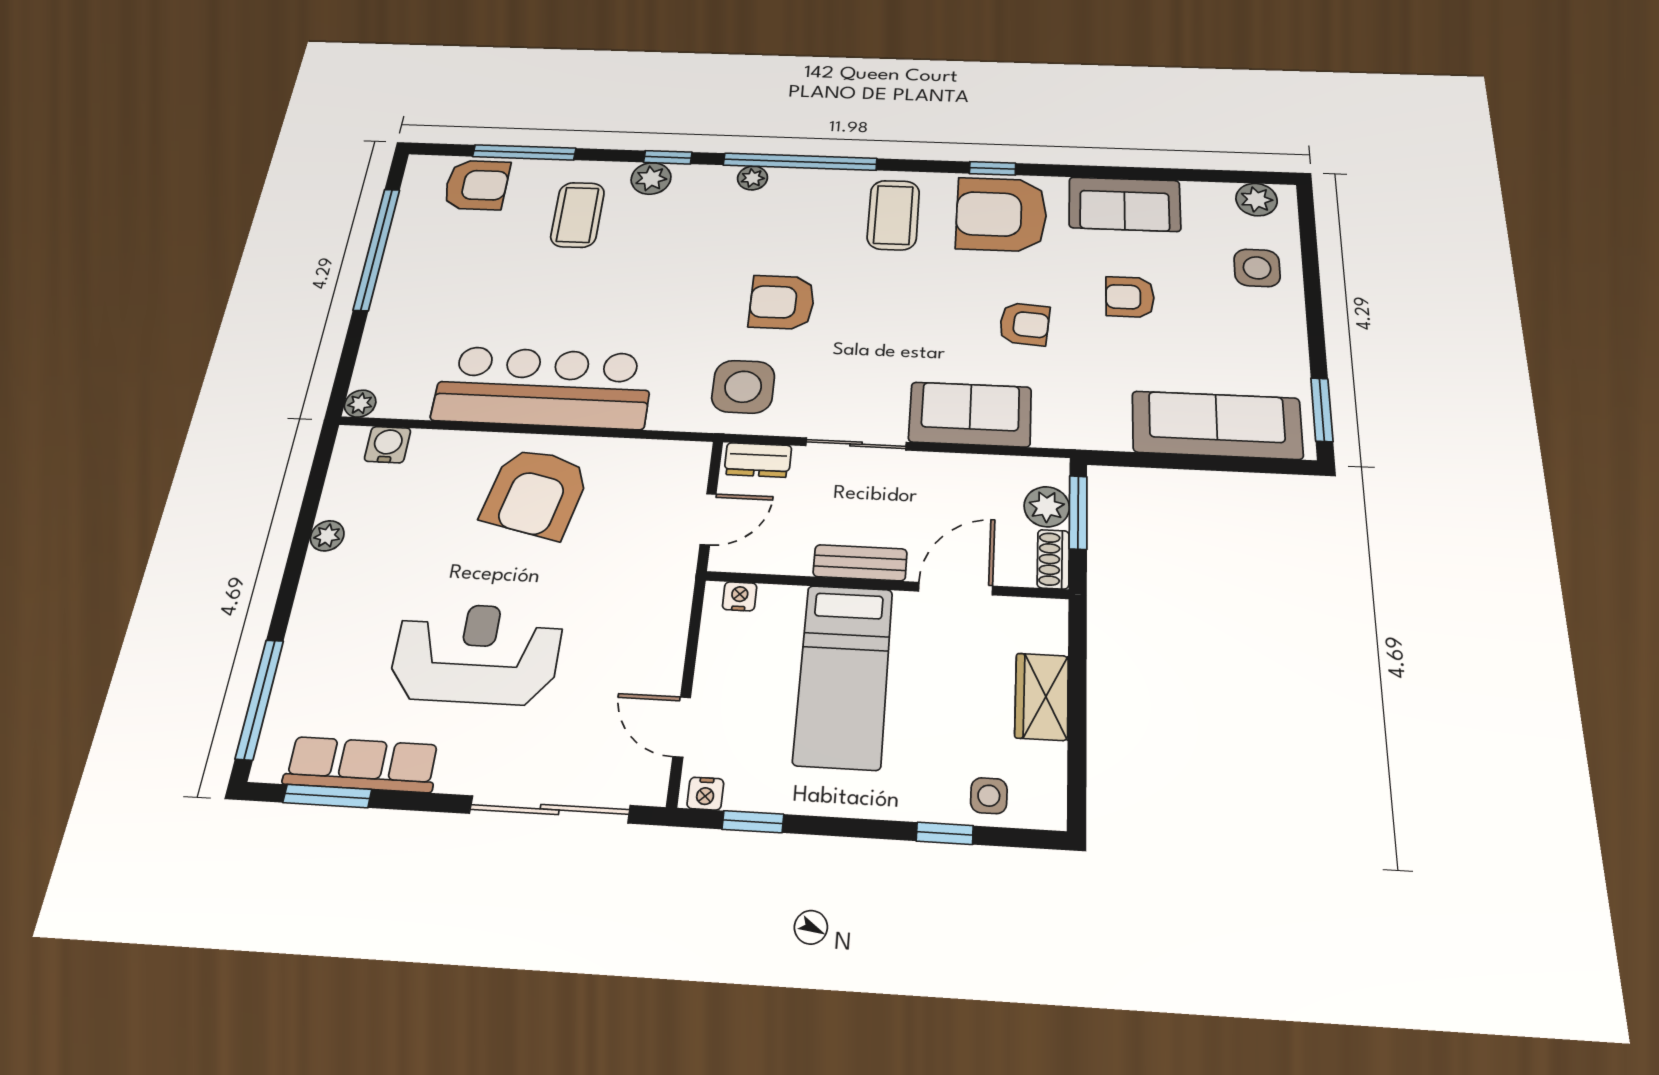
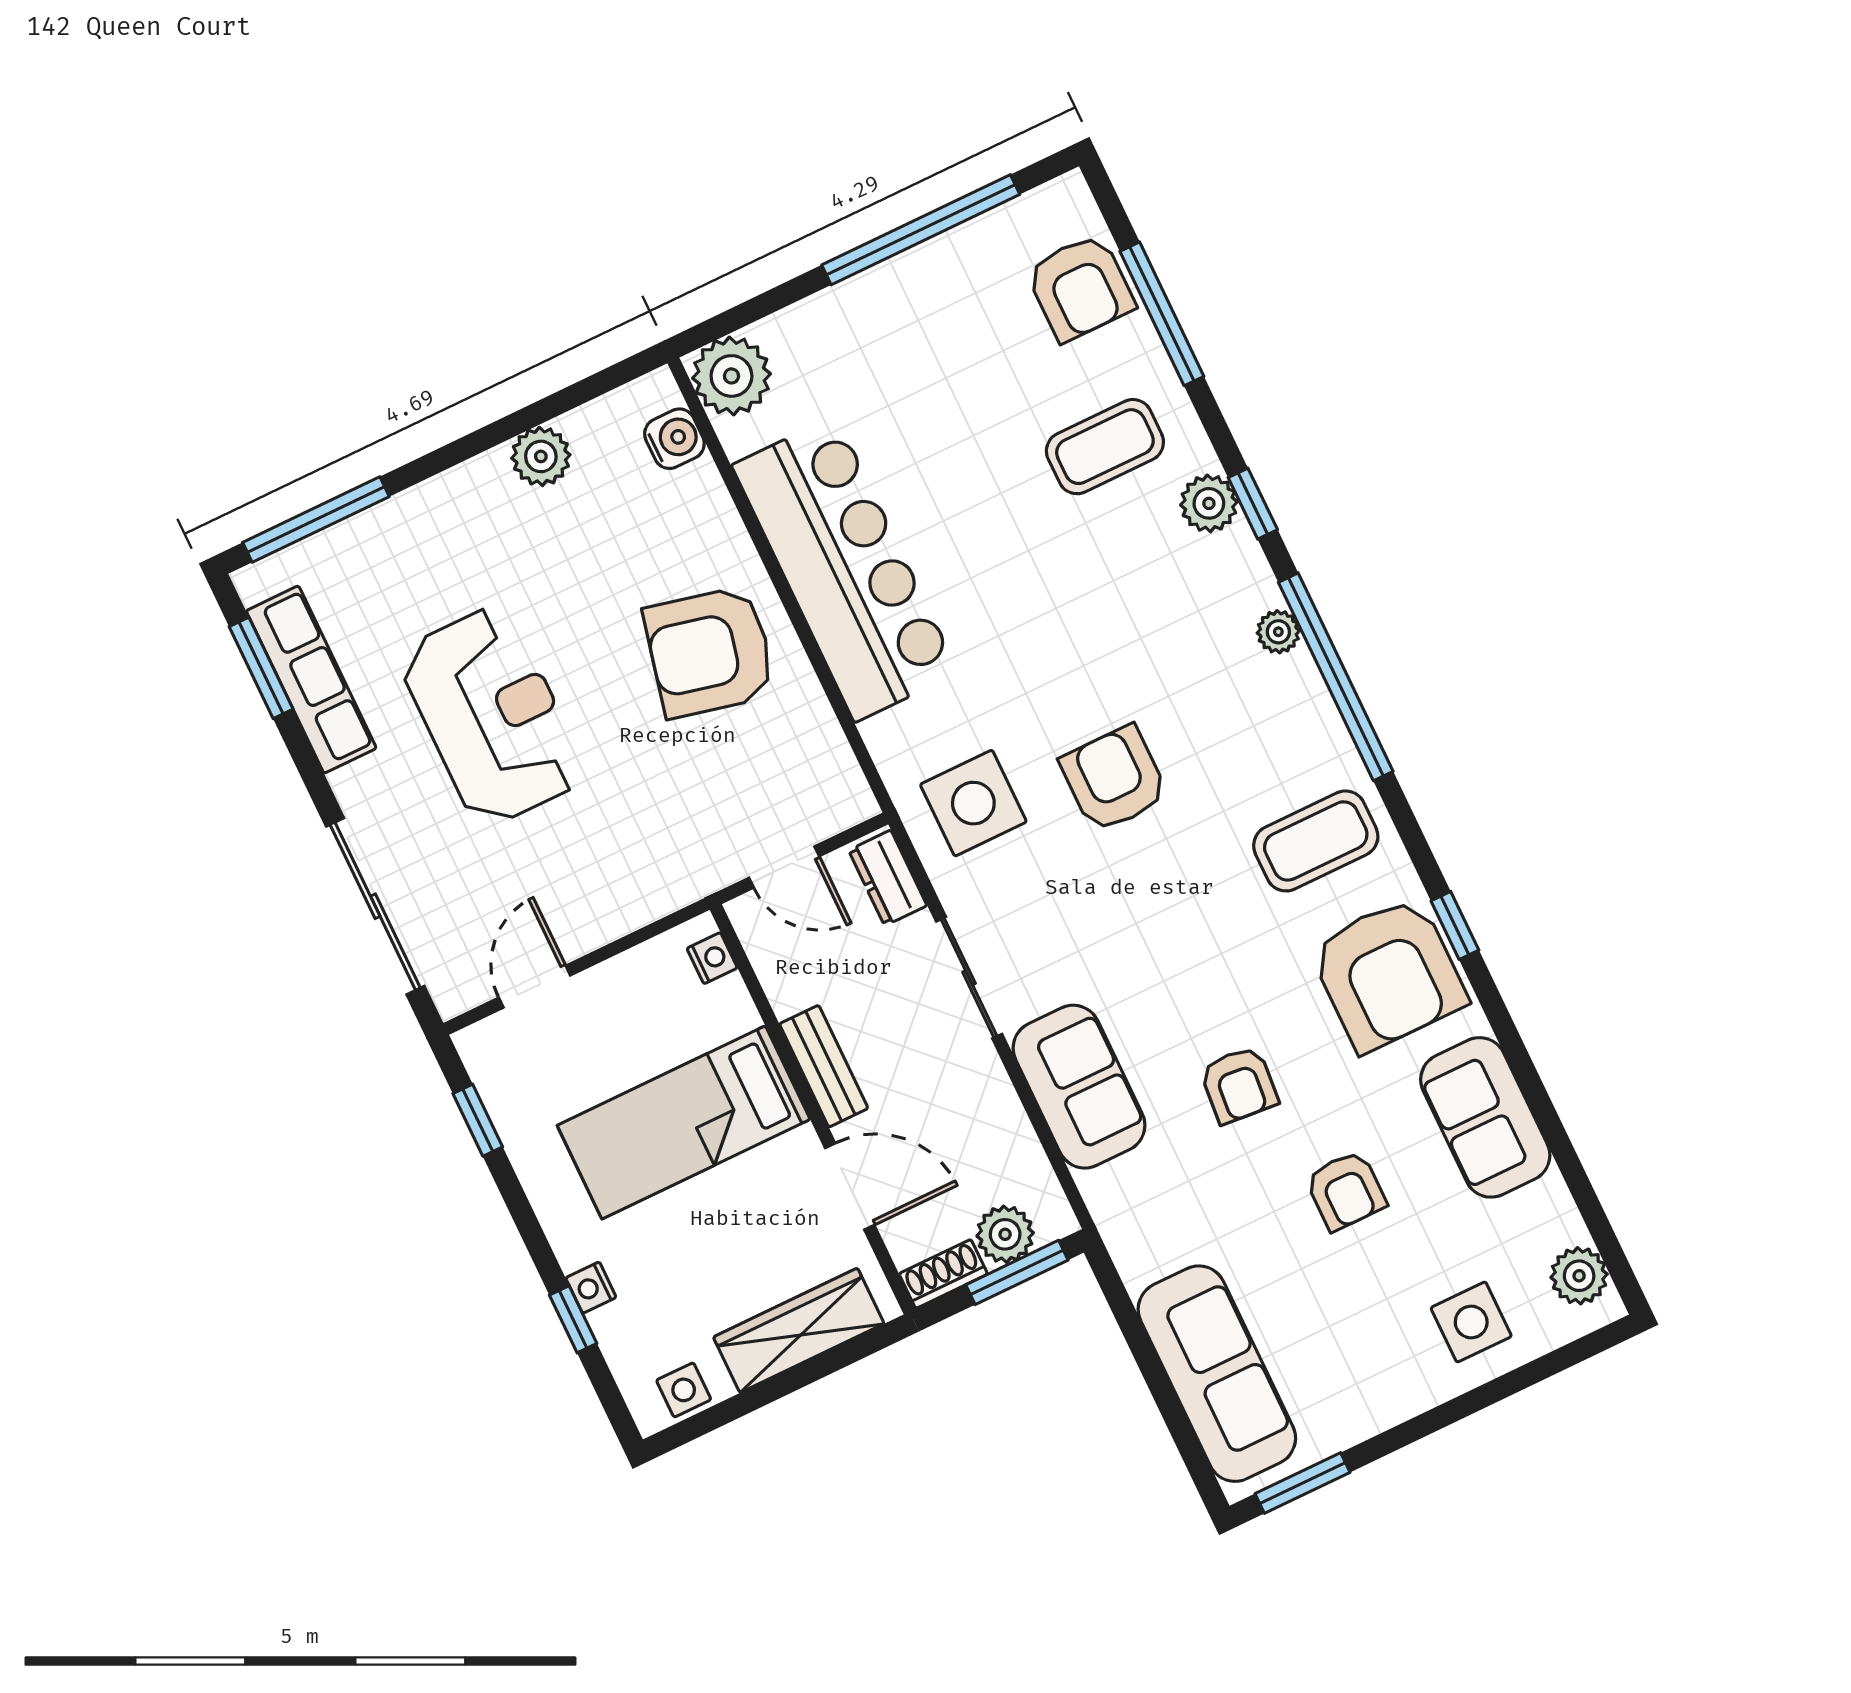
armchair: (1001, 214) -> (1388, 974), turned 180
armchair: (1130, 297) -> (1346, 1191), turned 180
plant: (360, 404) -> (731, 376), width x1.88, depth x1.88
plant: (327, 536) -> (541, 456), width x1.38, depth x1.38
wardrobe: (1042, 697) -> (799, 1330), width x1.50
nightstand: (705, 794) -> (591, 1288), moved
side table: (989, 796) -> (684, 1390), moved

